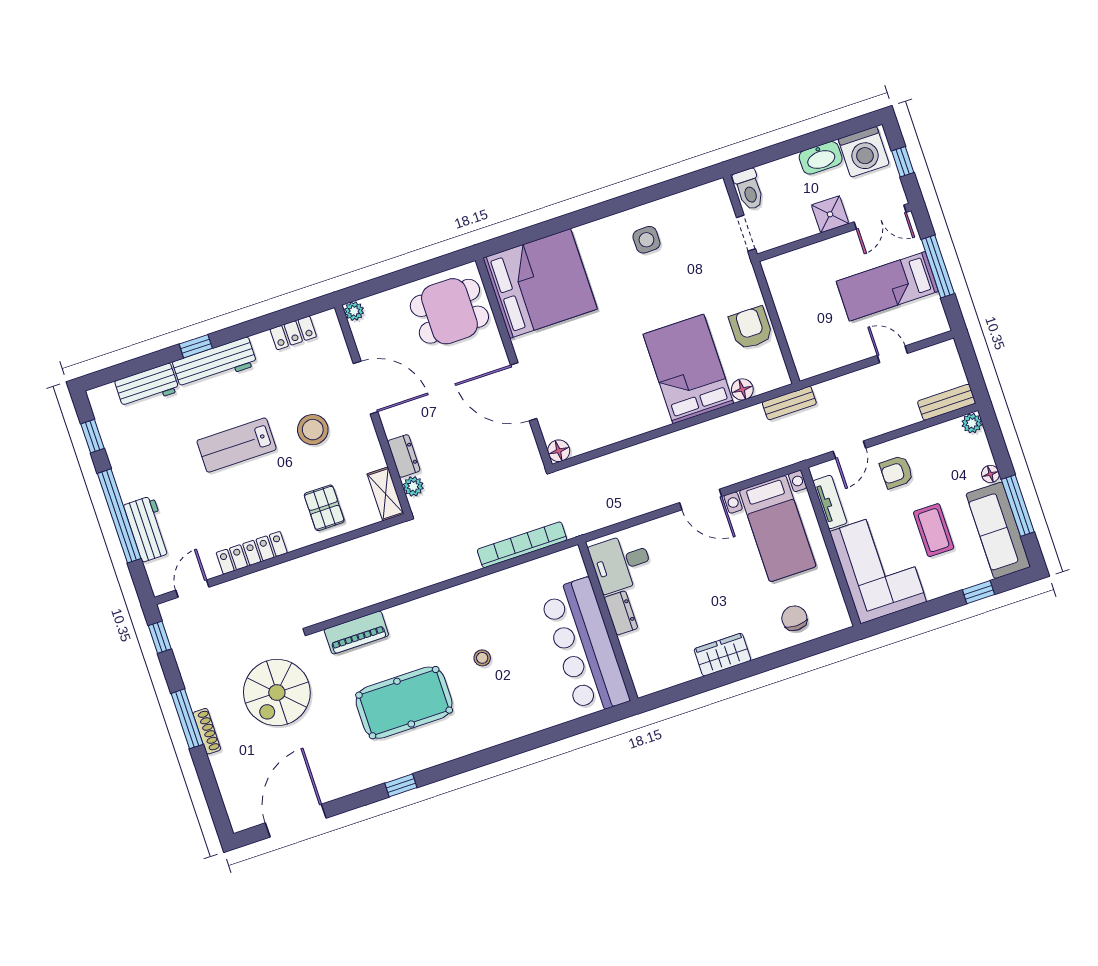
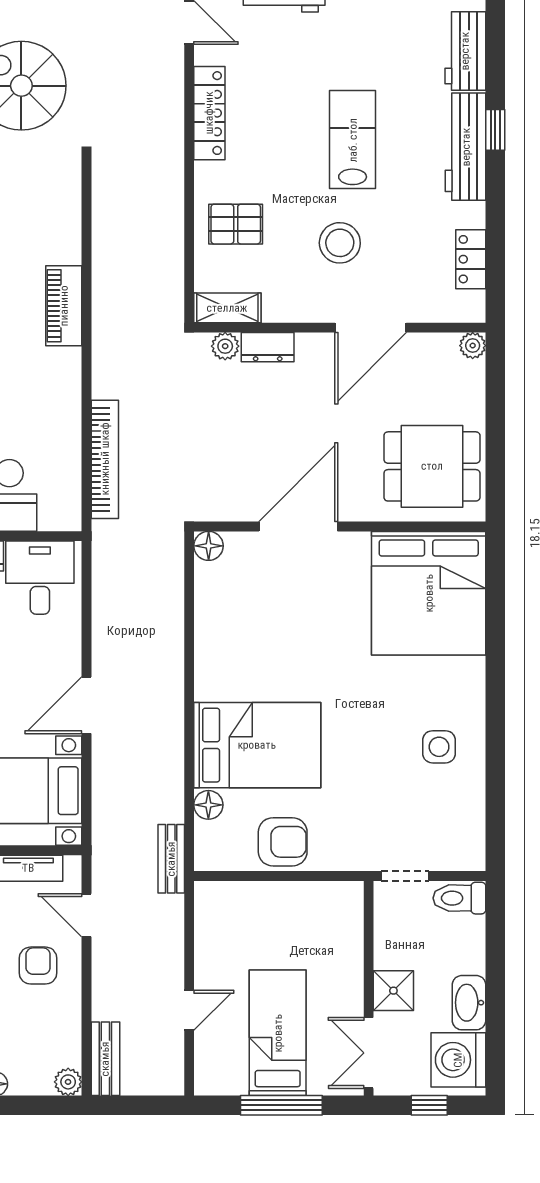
dining table: (449, 311) -> (432, 466), turned 90
piano: (356, 633) -> (64, 306), moved

